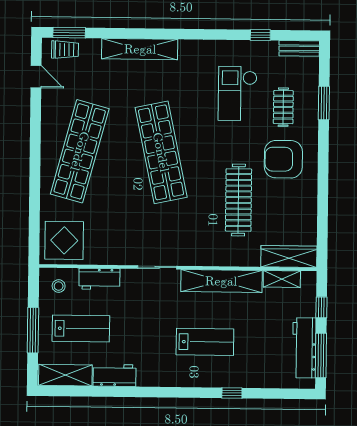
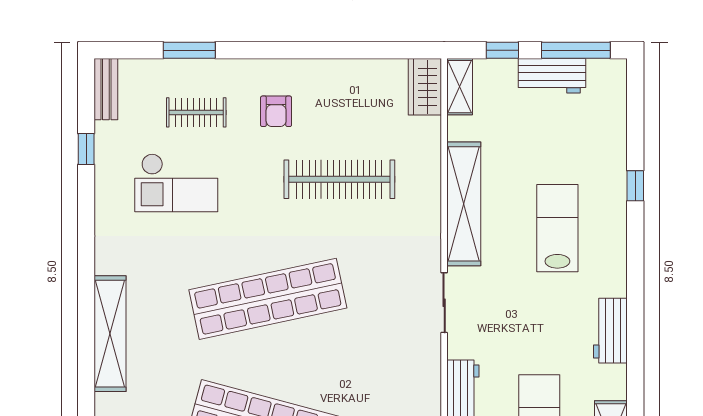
armchair: (283, 159) -> (276, 111), width x0.53, depth x0.53
wardrobe: (289, 256) -> (425, 87), width x0.67
shelving: (282, 279) -> (460, 87), moved
workbench: (304, 348) -> (552, 76), width x0.73
workbench: (115, 375) -> (610, 331), moved

